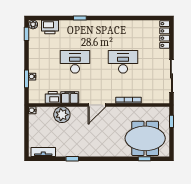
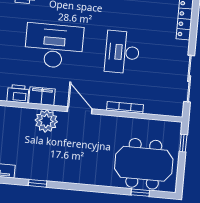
desk: (75, 62) -> (54, 46), width x1.36, depth x1.30
desk: (123, 62) -> (122, 52), turned -90
door: (97, 105) -> (80, 110), swing flipped
plant: (62, 115) -> (46, 121), moved

